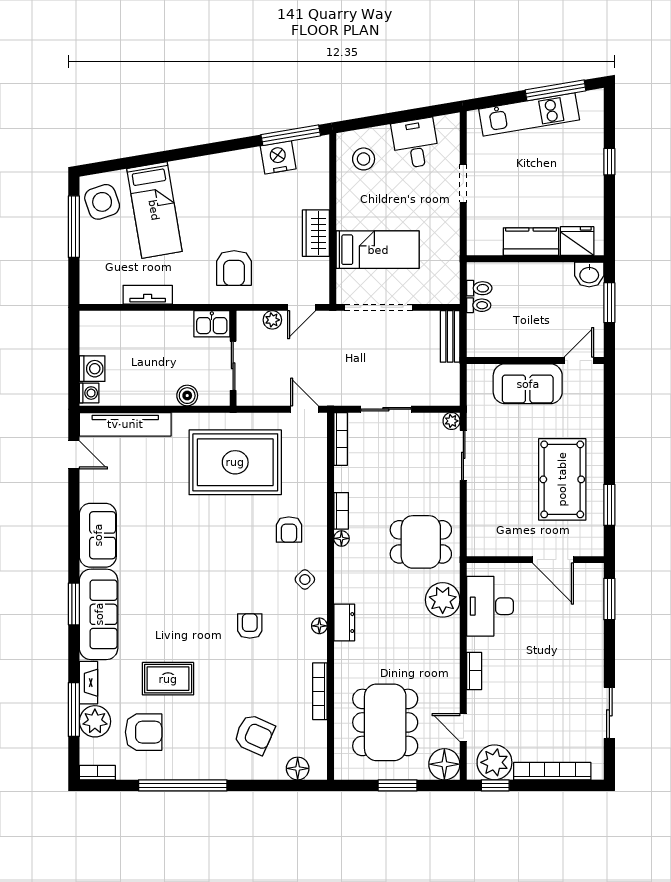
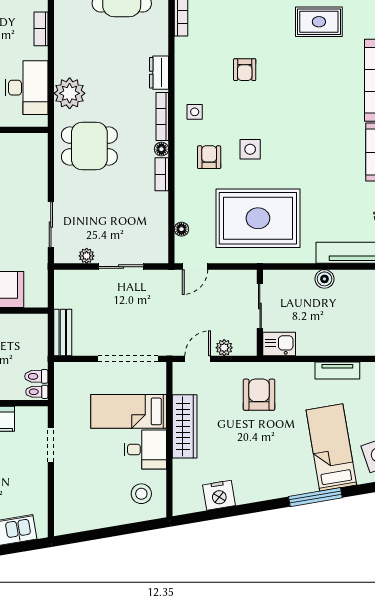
window: (291, 135) -> (315, 497), moved
desk: (415, 143) -> (145, 450), moved, turned -80
doorway: (463, 183) -> (51, 445), moved
wardrobe: (316, 233) -> (185, 426), width x1.50
toilet: (479, 305) -> (37, 392), moved
boiler: (187, 396) -> (324, 279), moved
door: (304, 409) -> (195, 267), hinge flipped
plant: (451, 421) -> (87, 256), moved
bookcase: (341, 439) -> (162, 117), moved
side table: (244, 538) -> (250, 149), added
side table: (305, 579) -> (195, 112), turned 45
floor lamp: (319, 626) -> (181, 229), moved

